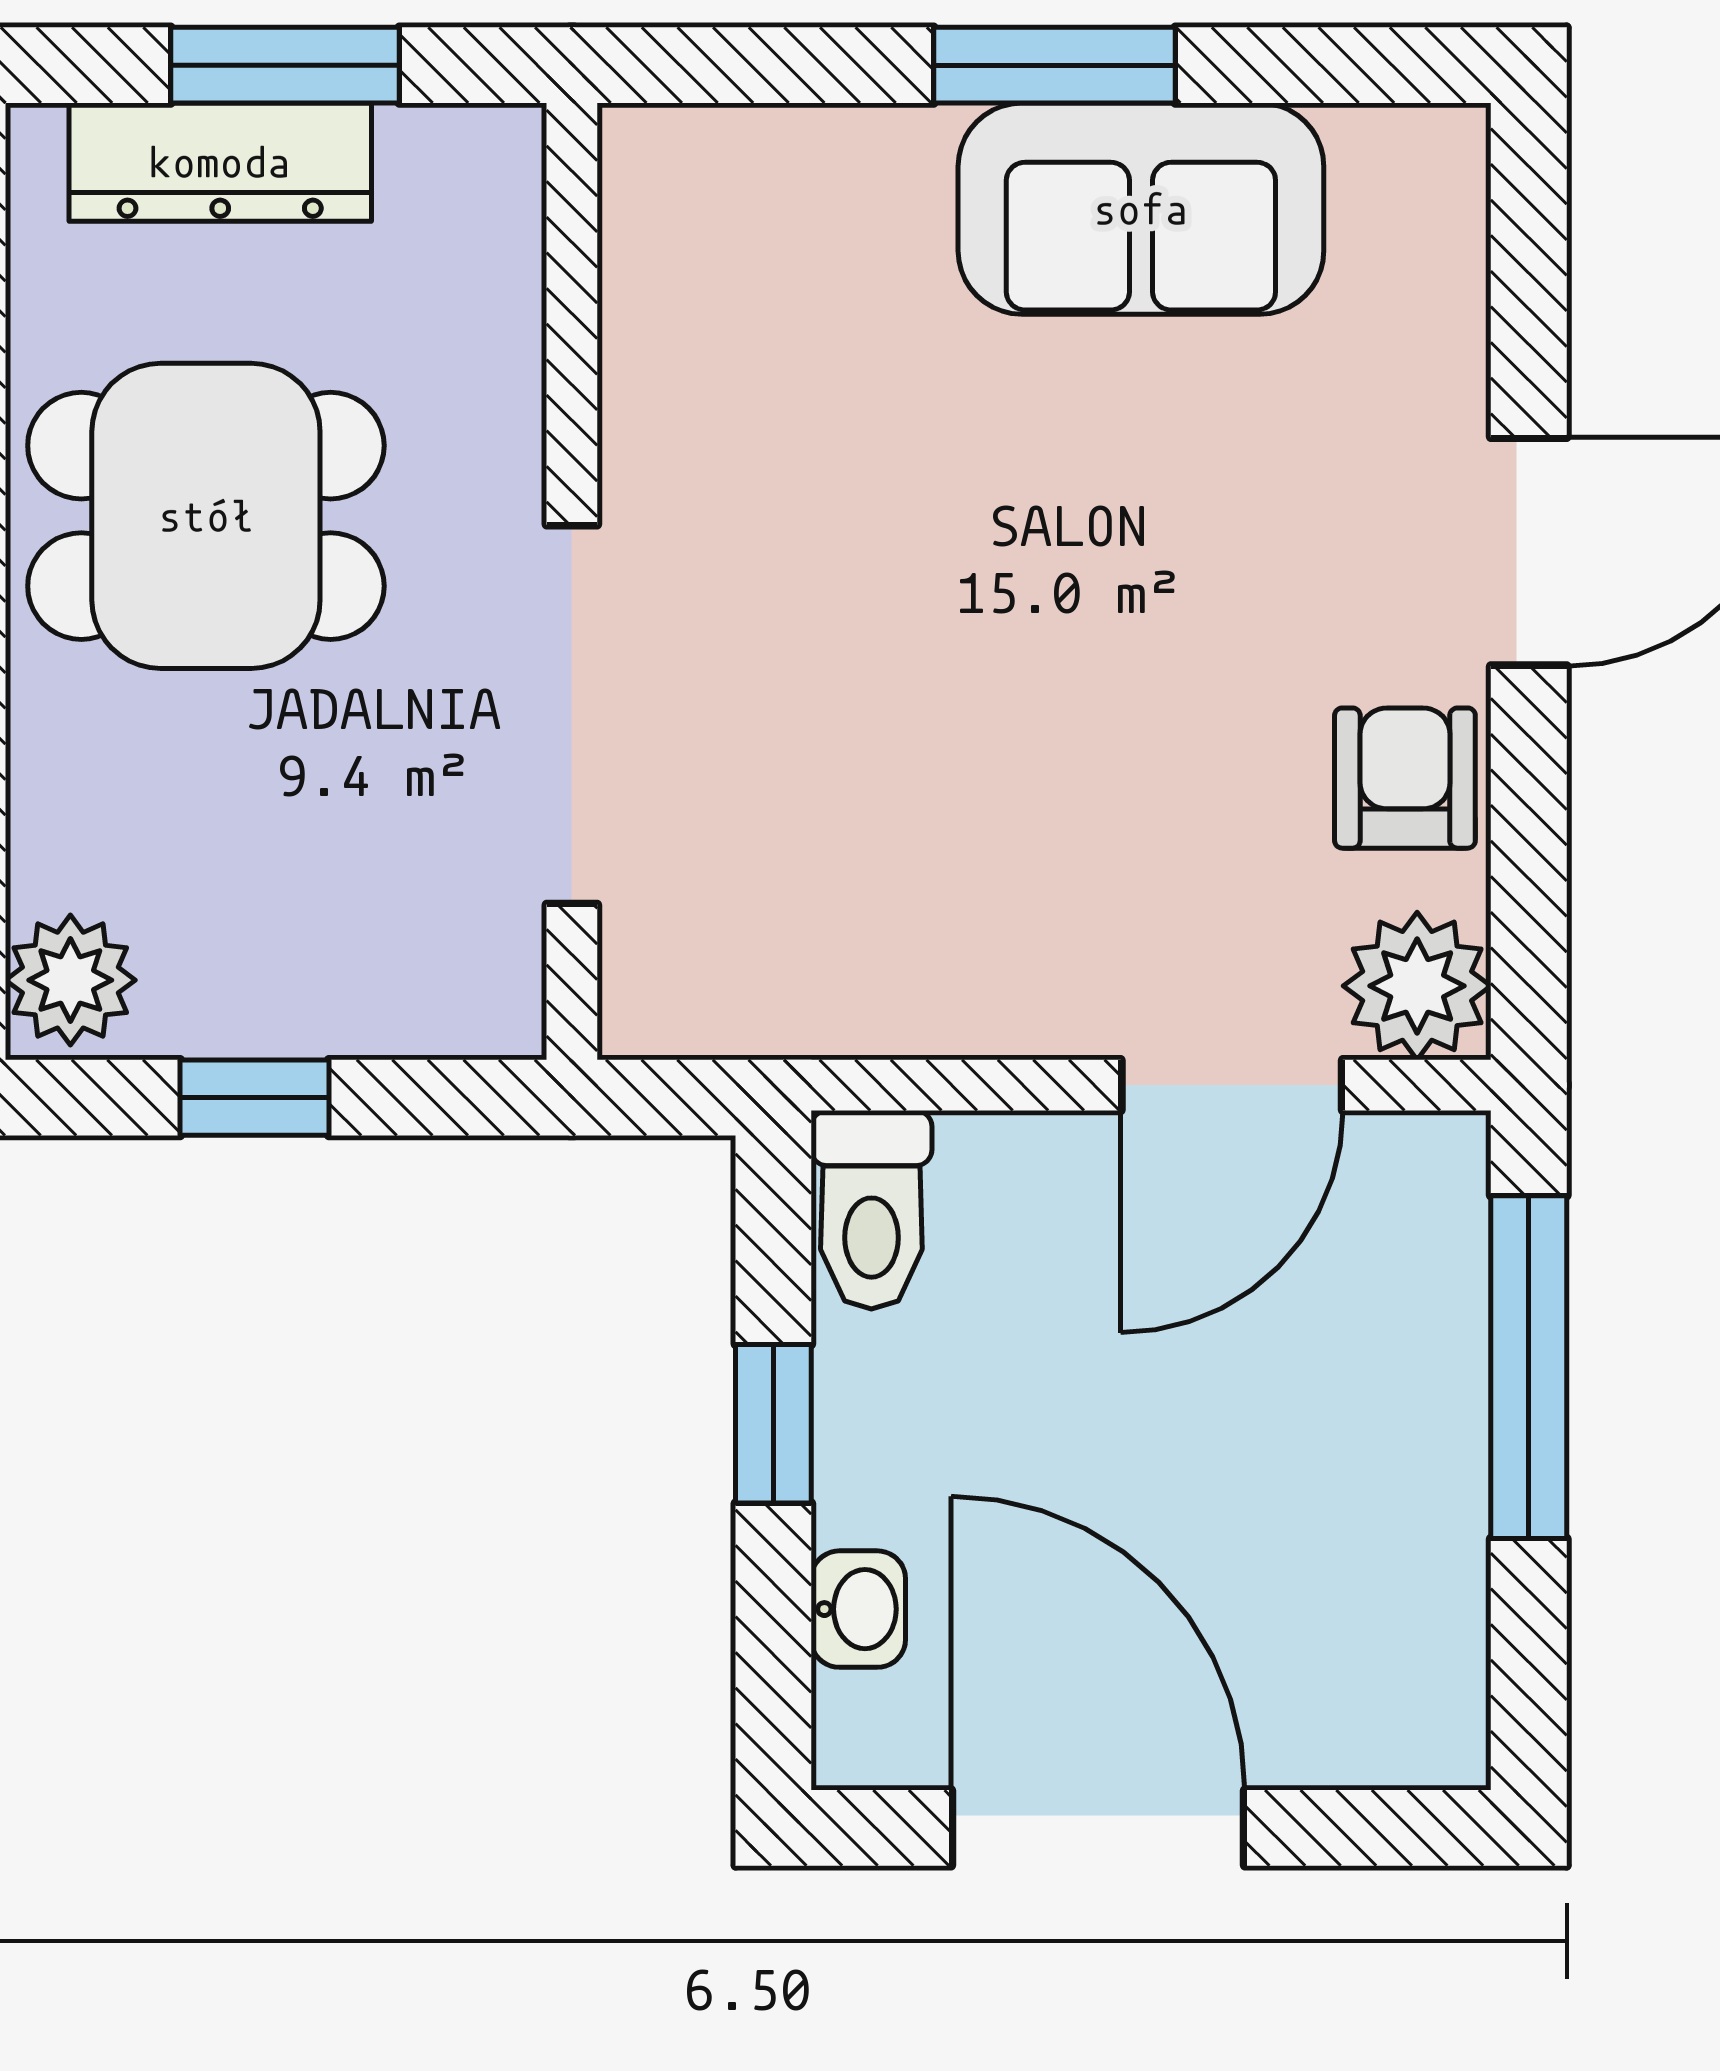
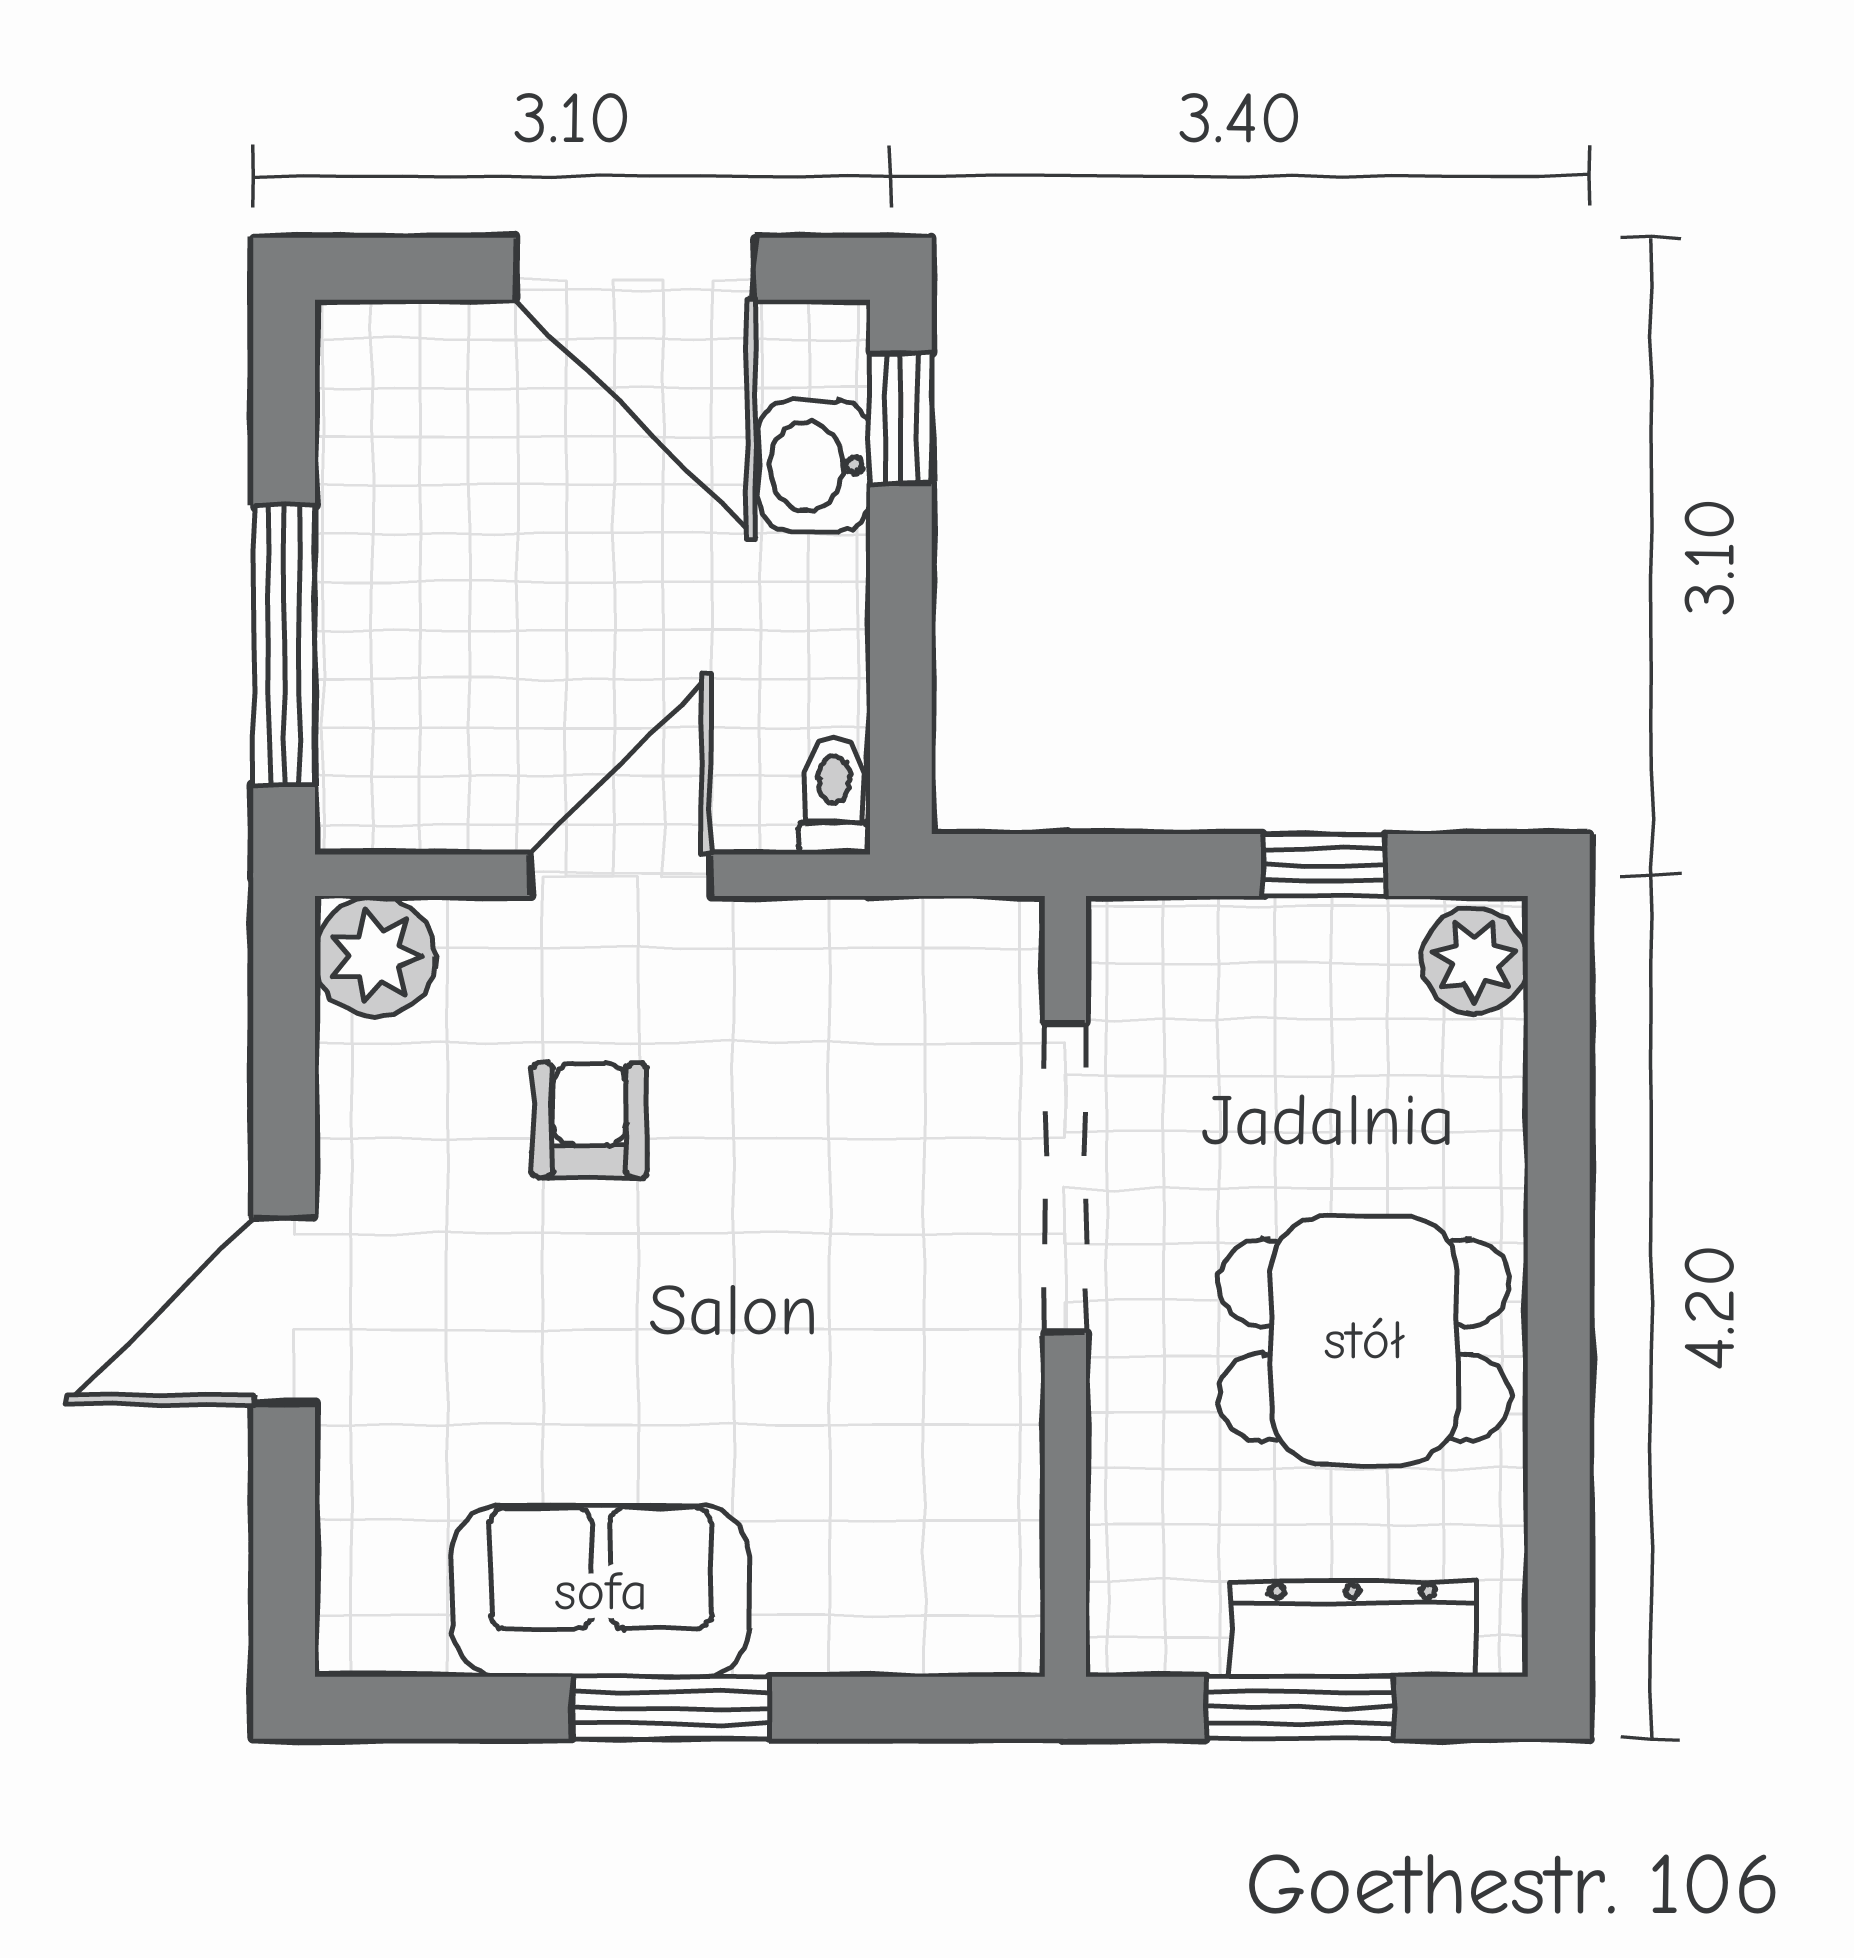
armchair: (1405, 778) -> (590, 1120), moved, turned 180
door: (1232, 1085) -> (620, 875), moved
toilet: (871, 1210) -> (834, 796), width x0.73, depth x0.72
window: (773, 1424) -> (901, 418), moved
washbasin: (858, 1609) -> (814, 466), width x1.38, depth x1.45

